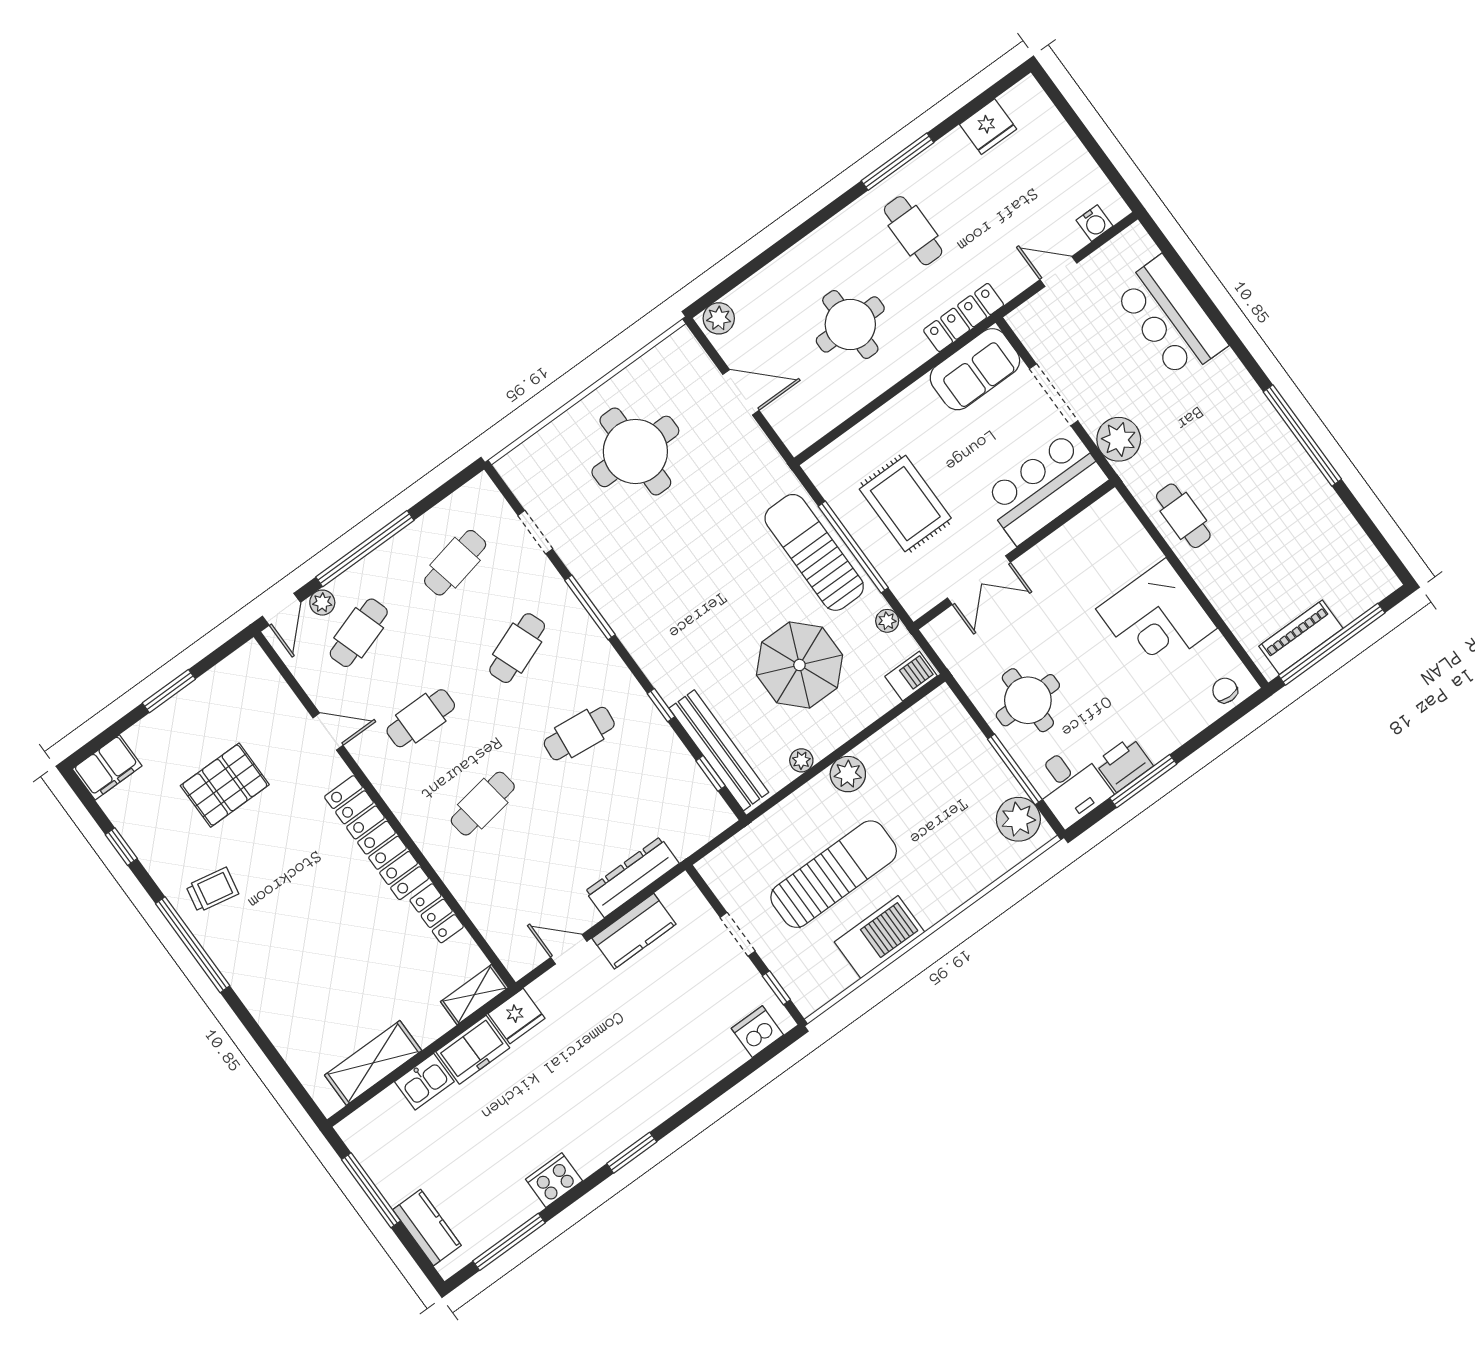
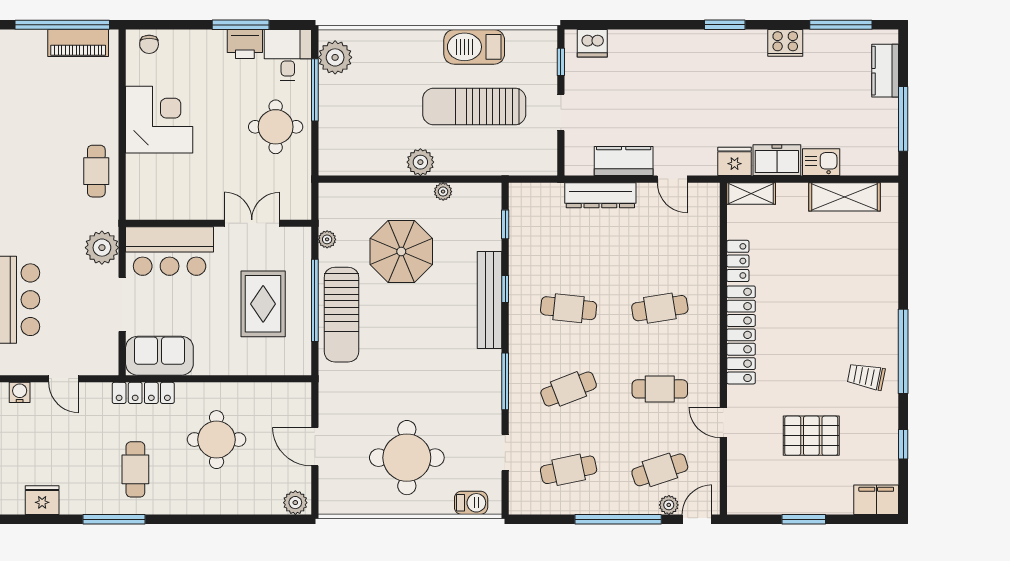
barbecue: (911, 676) -> (471, 503), moved, turned 180
bench: (719, 750) -> (490, 300), moved

